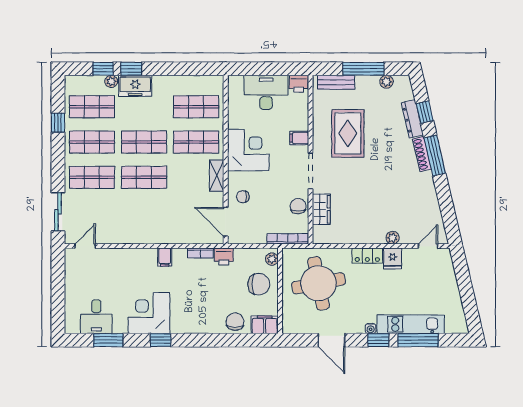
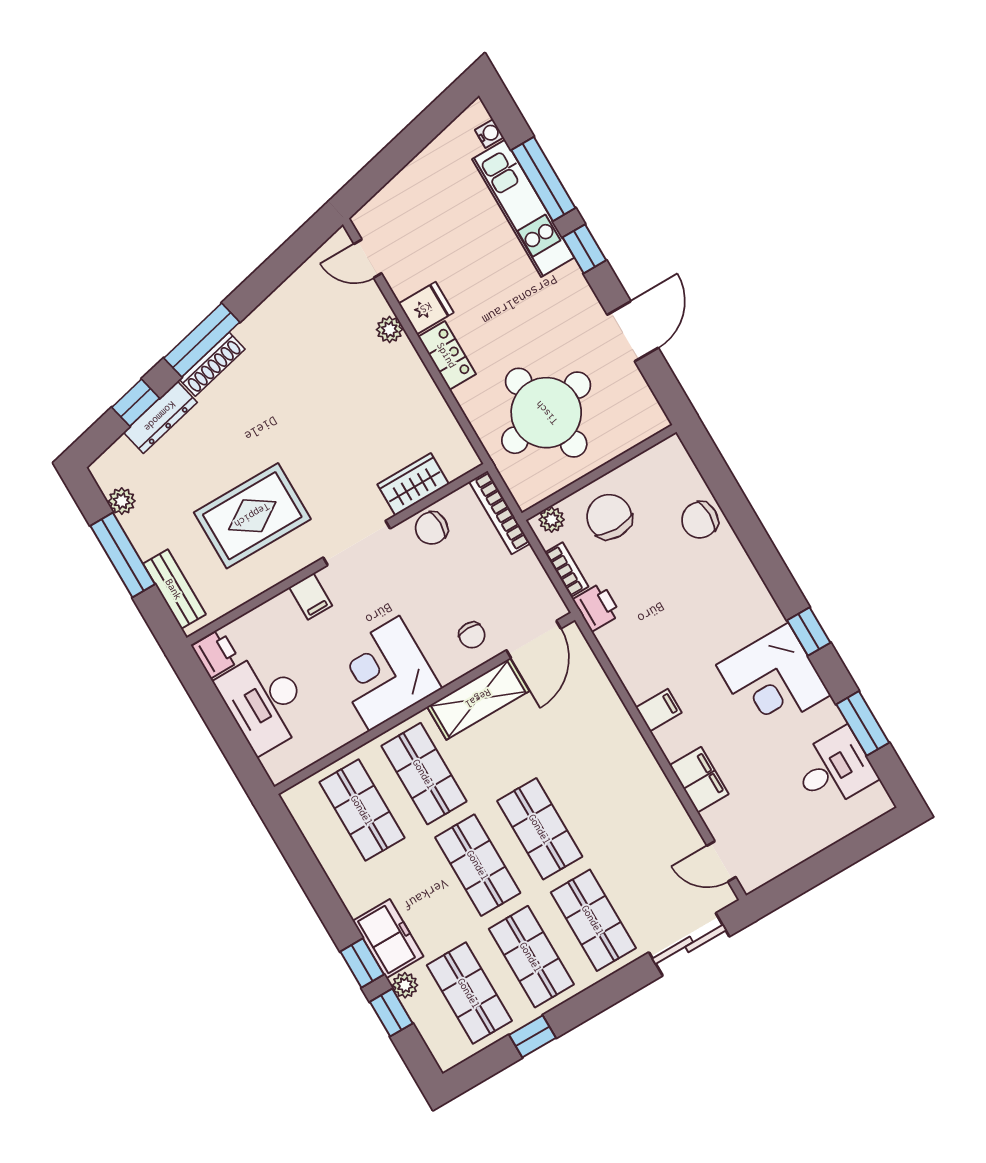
shelving: (217, 176) -> (478, 699), width x1.50, depth x1.33
bookcase: (200, 253) -> (567, 570), moved
filing cabinet: (265, 325) -> (699, 780), moved, turned 180
water cooler: (371, 329) -> (489, 134), moved

